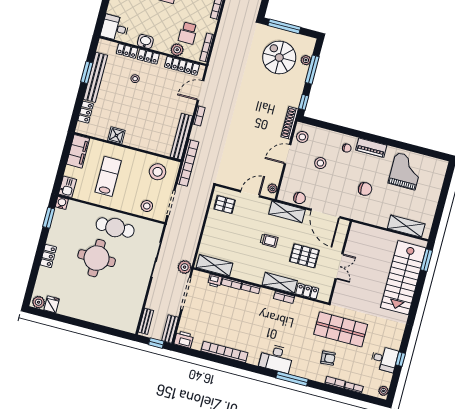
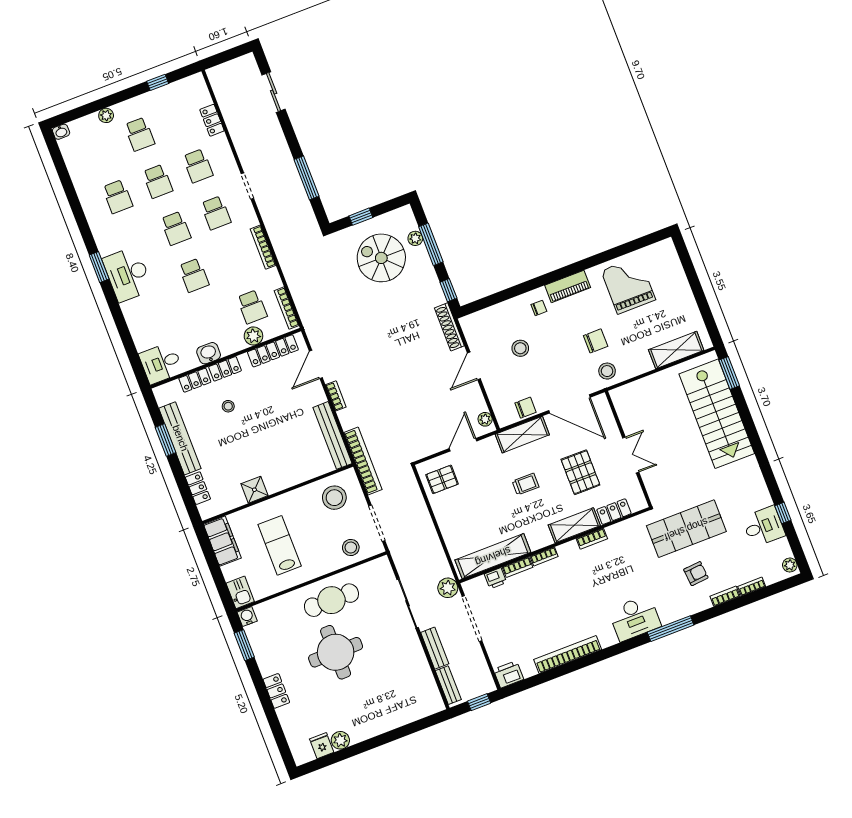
window: (284, 26) -> (361, 217), width x0.46
stool: (302, 137) -> (607, 371), moved
pallet: (304, 256) -> (580, 472), turned 90
shelving: (214, 265) -> (493, 556), width x1.47
plant: (39, 302) -> (340, 740), moved
bench: (170, 329) -> (435, 648), moved

